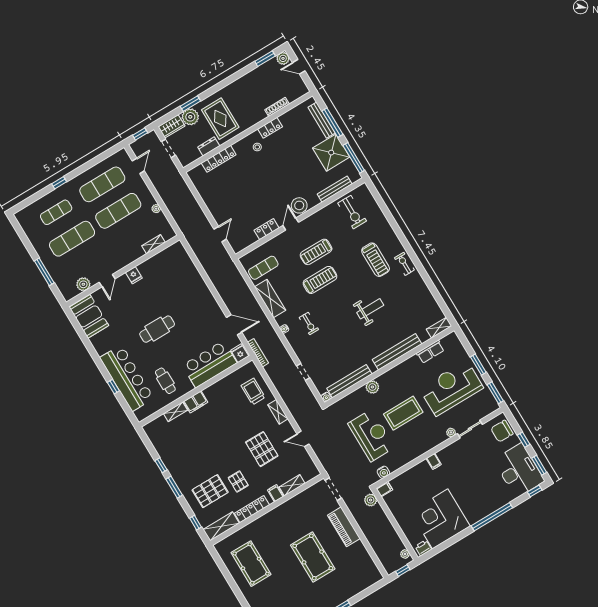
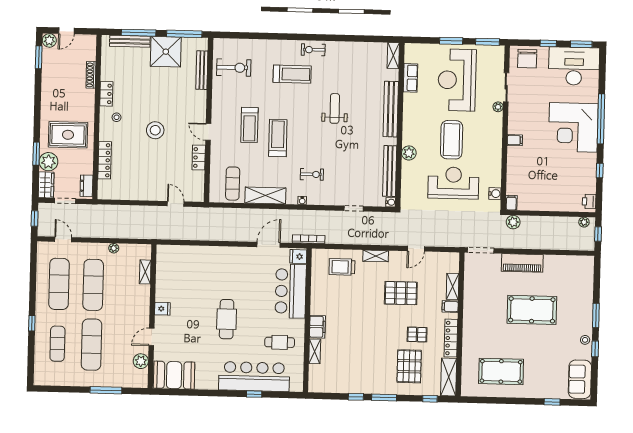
dresser: (209, 146) -> (86, 186), moved
stool: (299, 205) -> (155, 130), moved
door: (107, 281) -> (152, 337), swing flipped
window: (535, 491) -> (600, 171), moved
corner desk: (440, 519) -> (573, 127), moved

